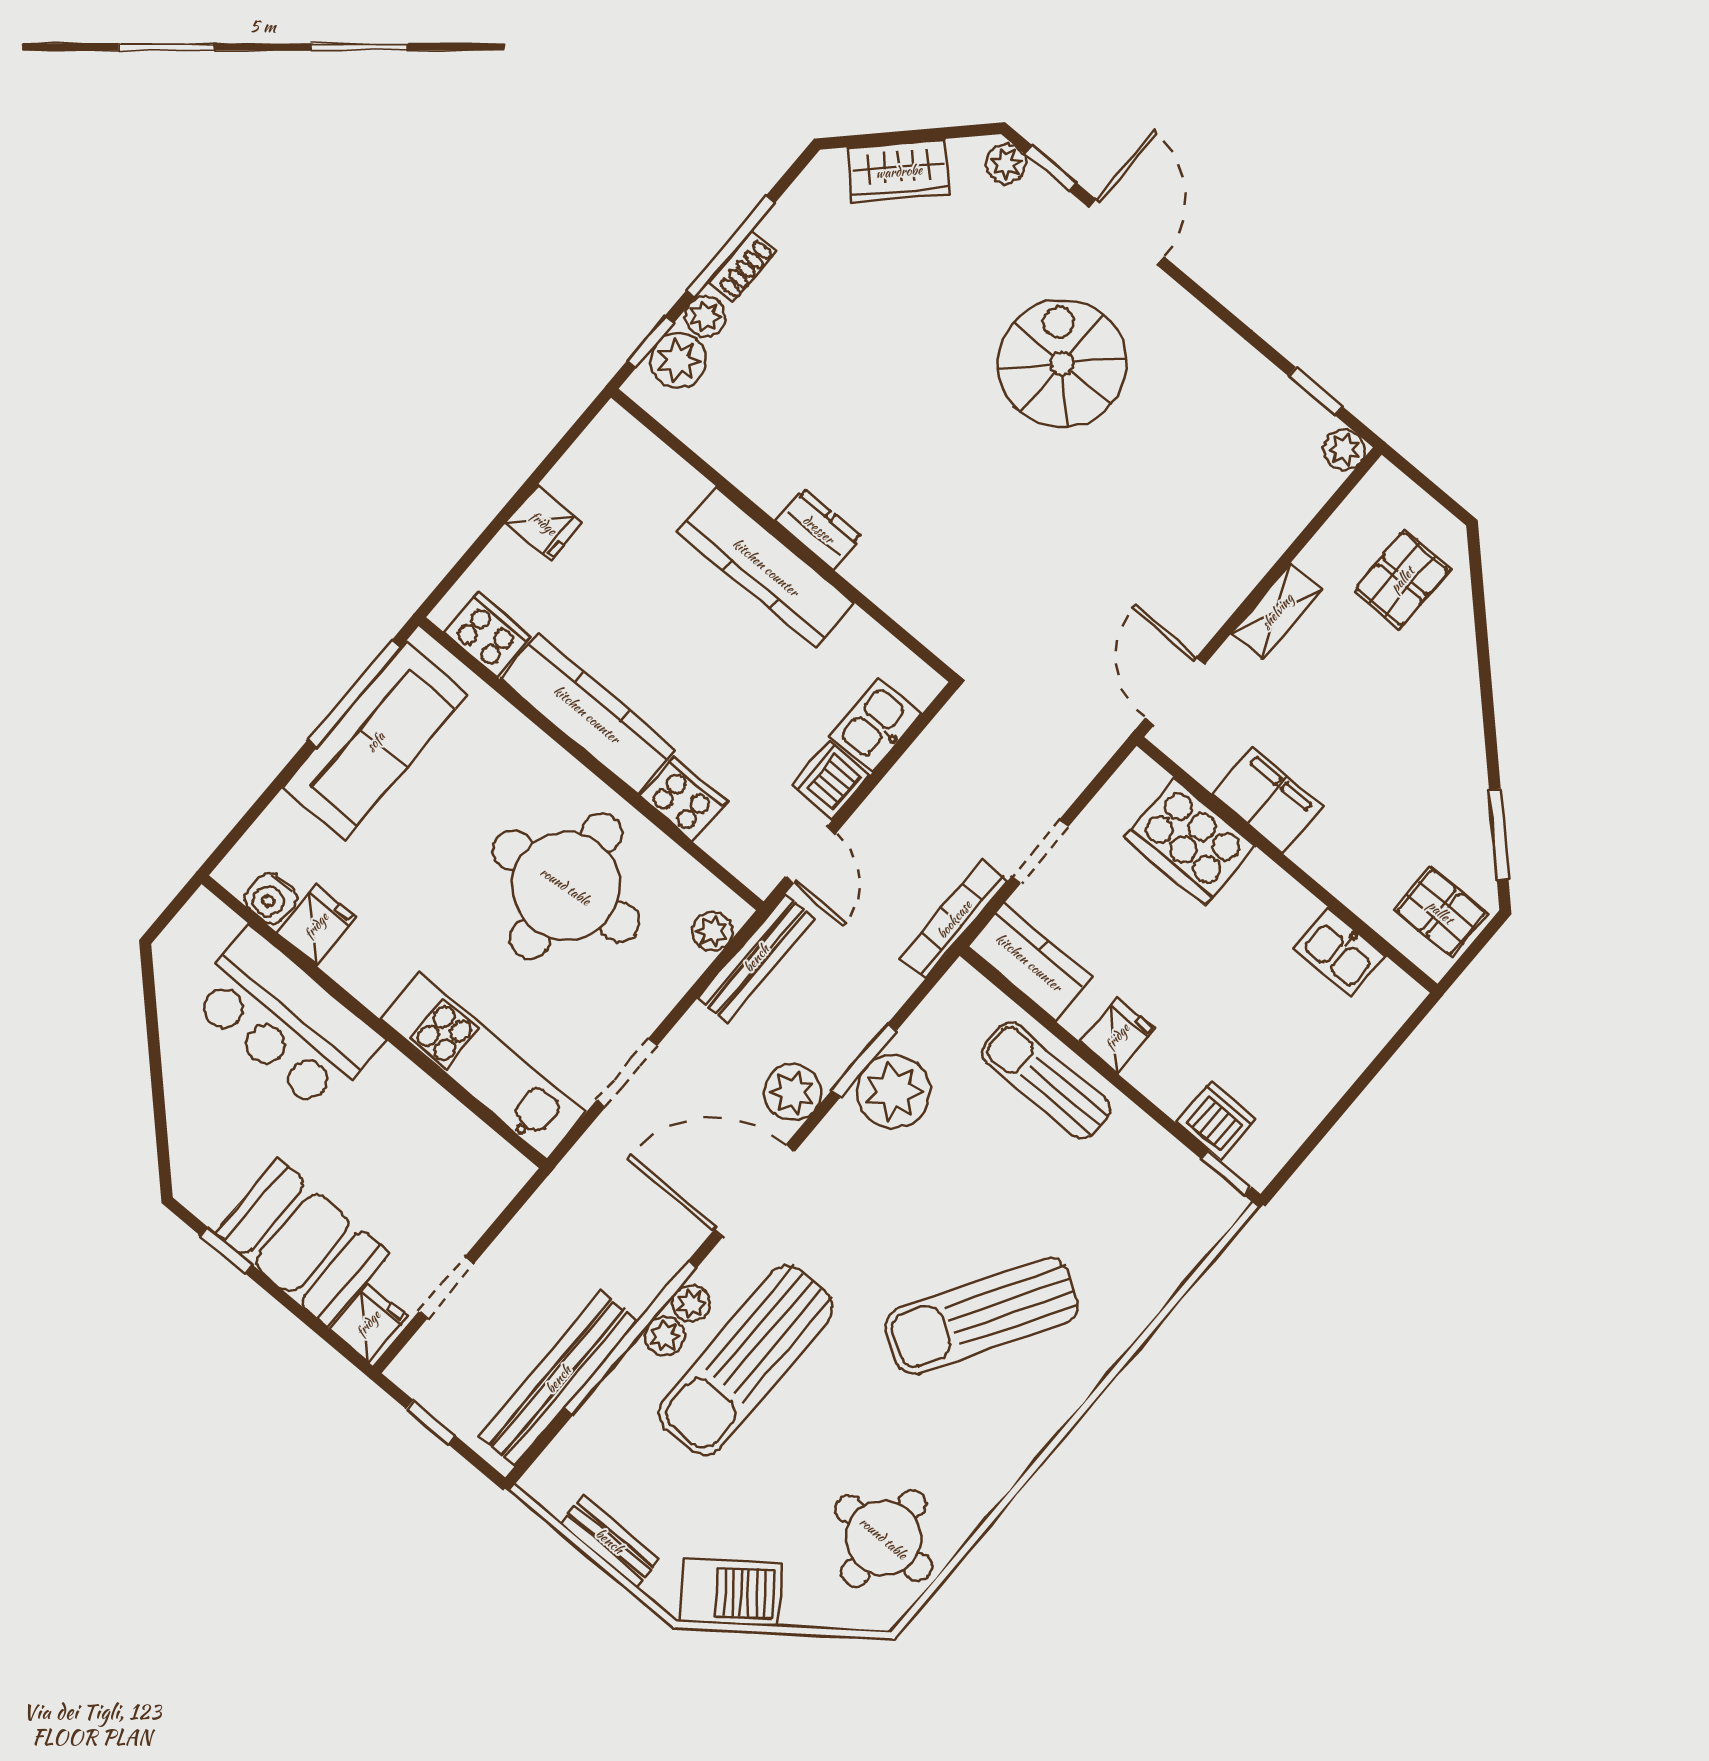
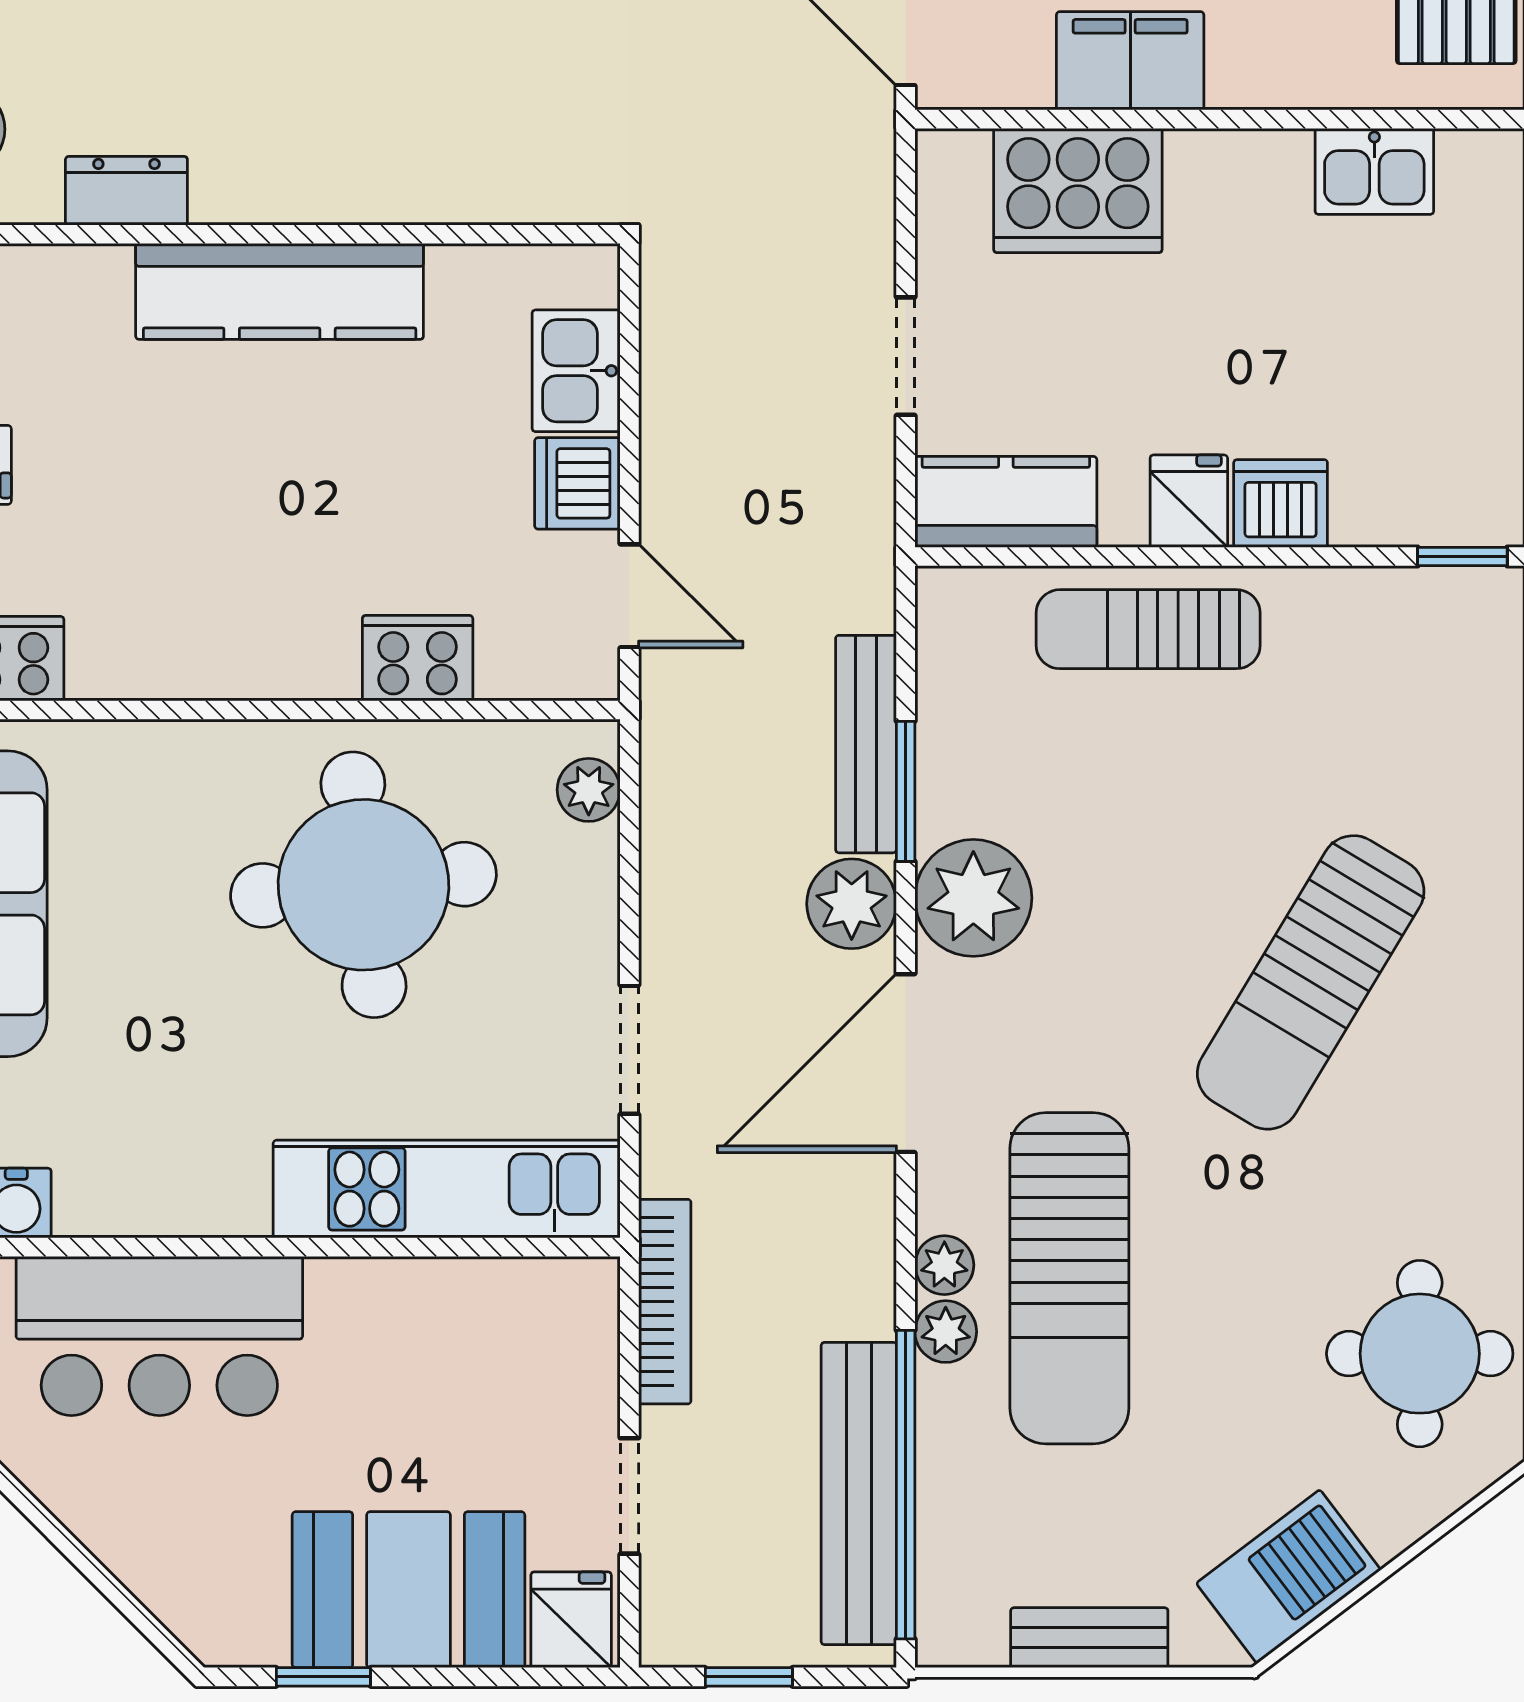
dresser: (819, 529) -> (126, 191), moved
kitchen counter: (587, 714) -> (213, 653), removed
bookcase: (954, 919) -> (665, 1302), moved, turned 180
fridge: (316, 925) -> (99, 1188), removed
bench: (756, 958) -> (866, 744), moved
plant: (893, 1091) -> (973, 898), moved
dishwasher: (1216, 1121) -> (1281, 503), moved
window: (630, 1338) -> (906, 1485), moved

